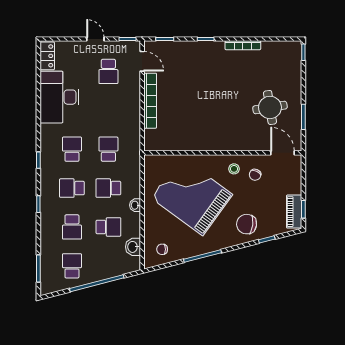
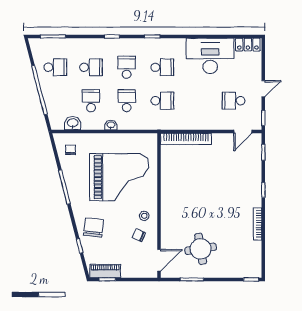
bookcase: (150, 101) -> (186, 139), moved
grand piano: (192, 196) -> (119, 177), turned 54
school desk: (72, 227) -> (91, 67), turned 180
school desk: (108, 227) -> (91, 101), turned 180

